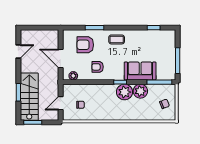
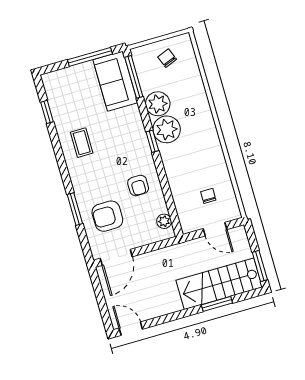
coffee table: (117, 39) -> (82, 143), moved
armchair: (85, 45) -> (107, 216), turned 90
door: (18, 51) -> (131, 329), moved
door: (61, 59) -> (116, 257), moved
sofa: (140, 71) -> (115, 81), moved

